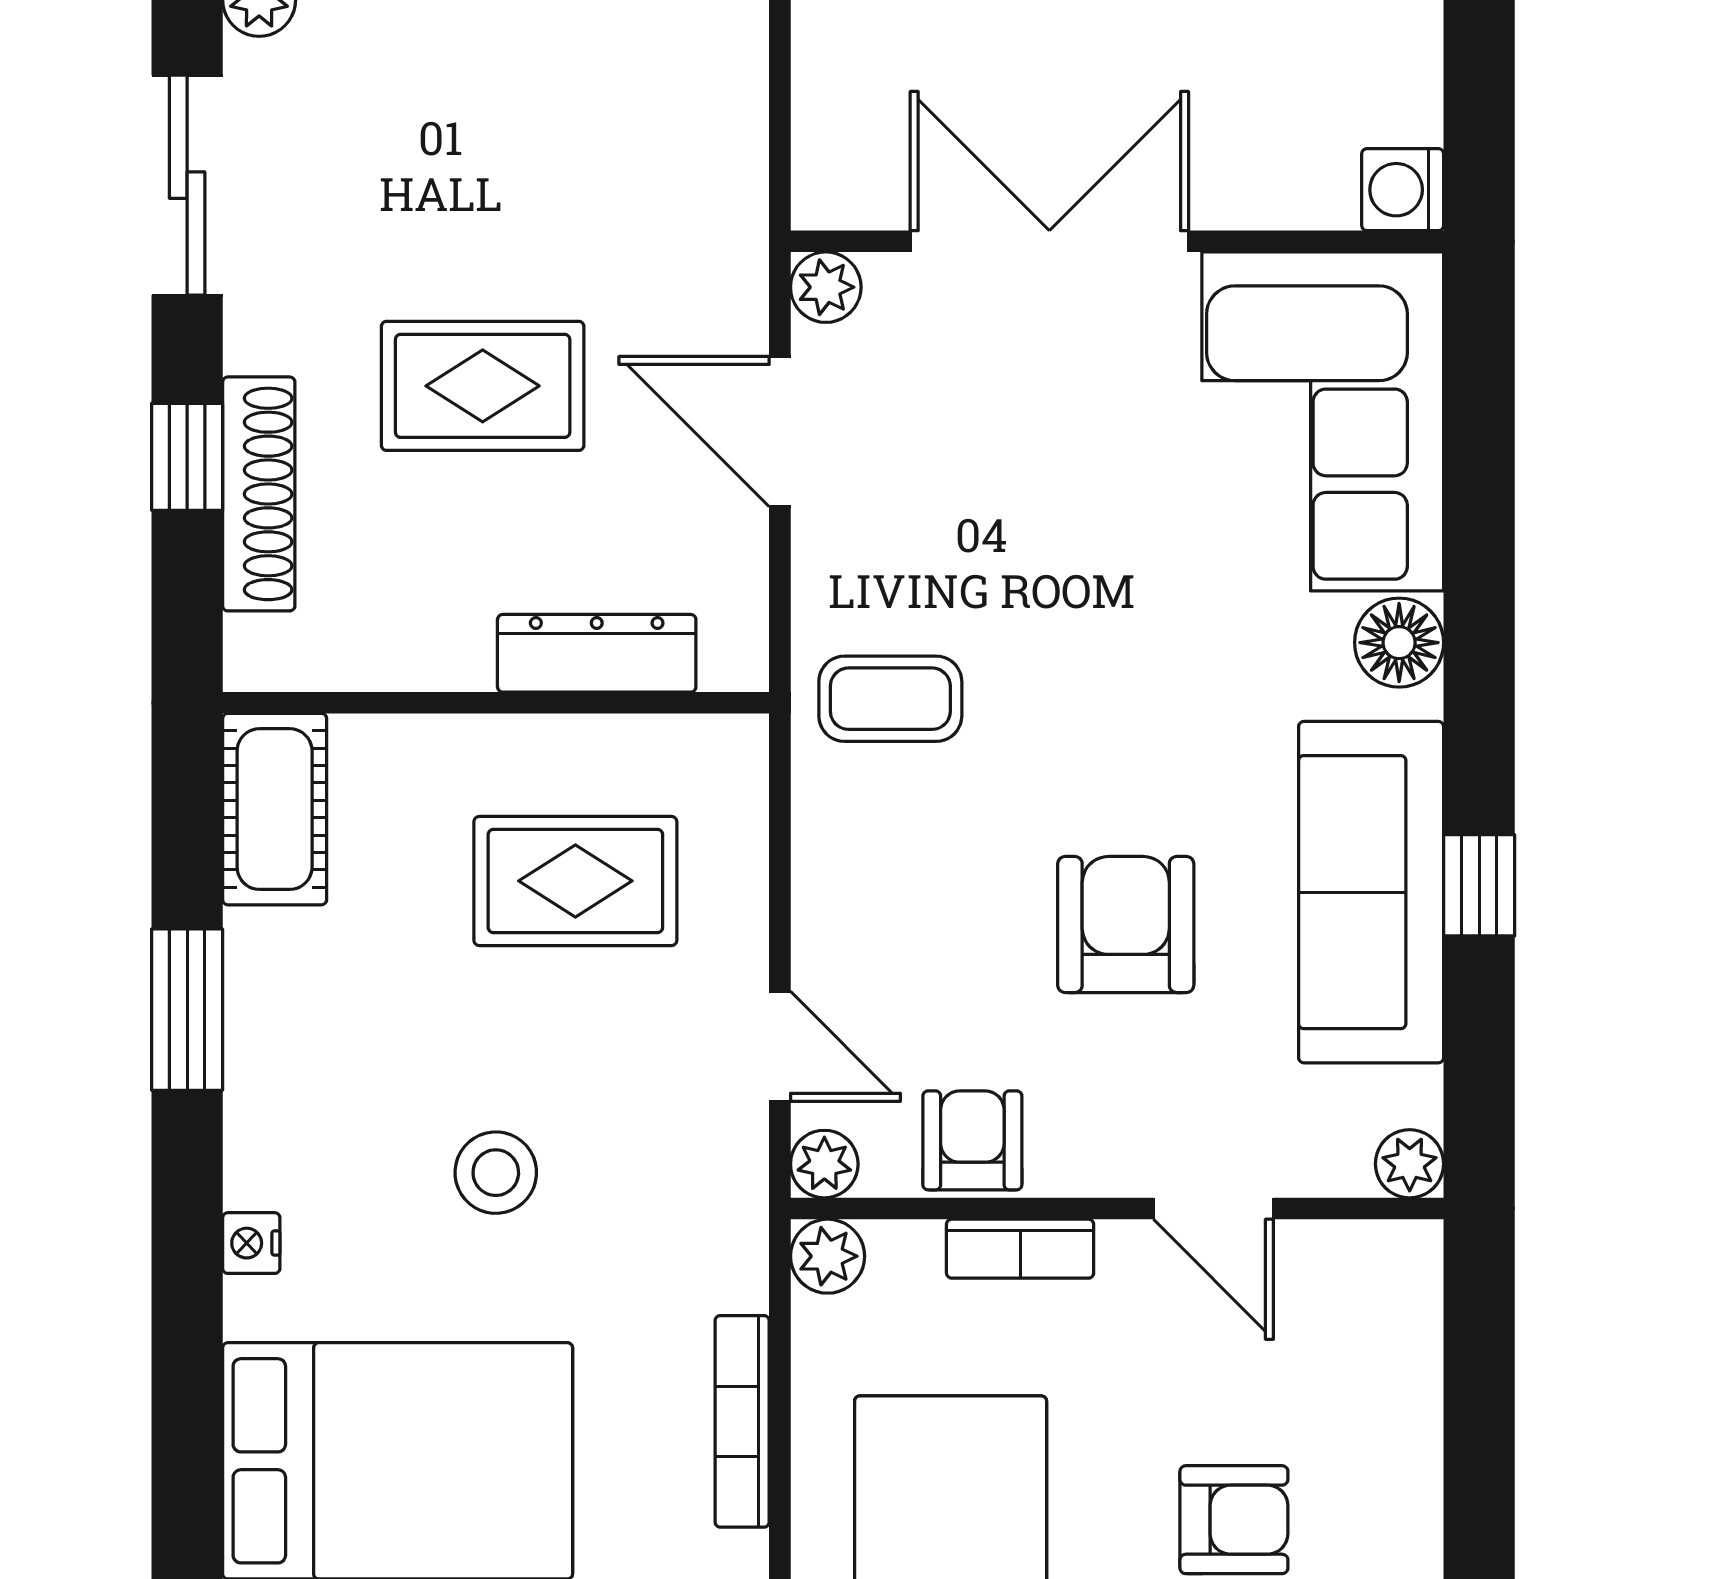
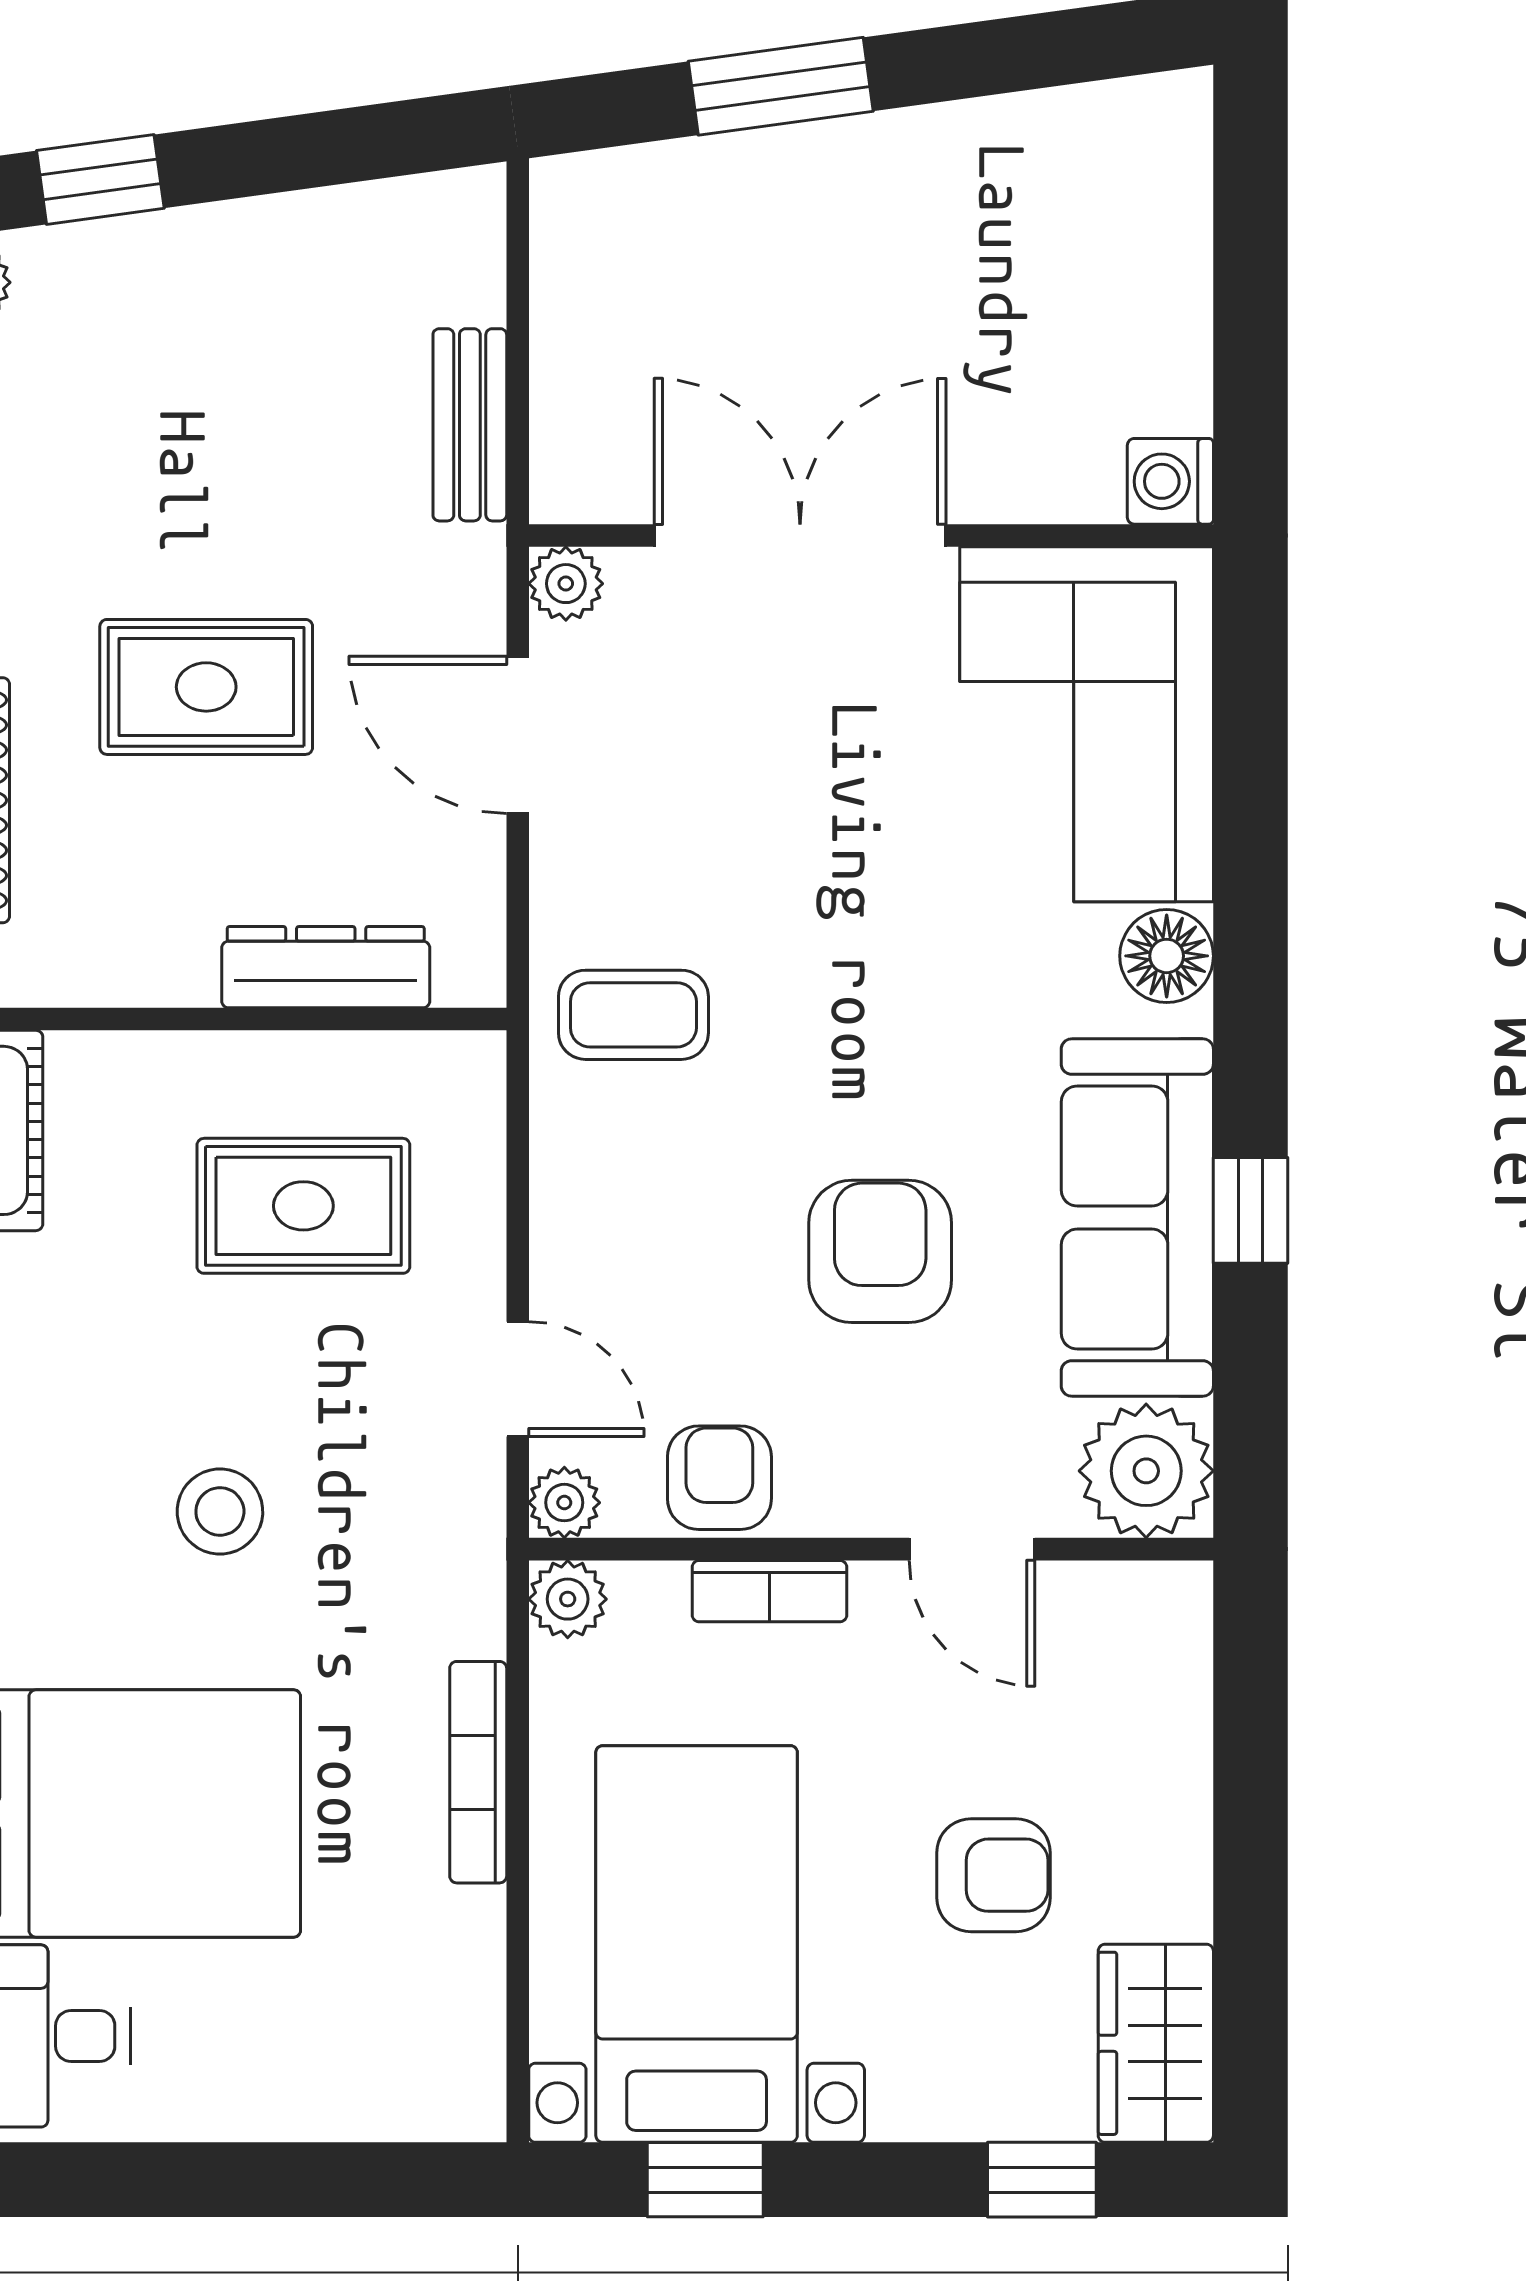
bench: (734, 136) -> (470, 425), added
plant: (1410, 1164) -> (1146, 1471), width x1.88, depth x1.88

